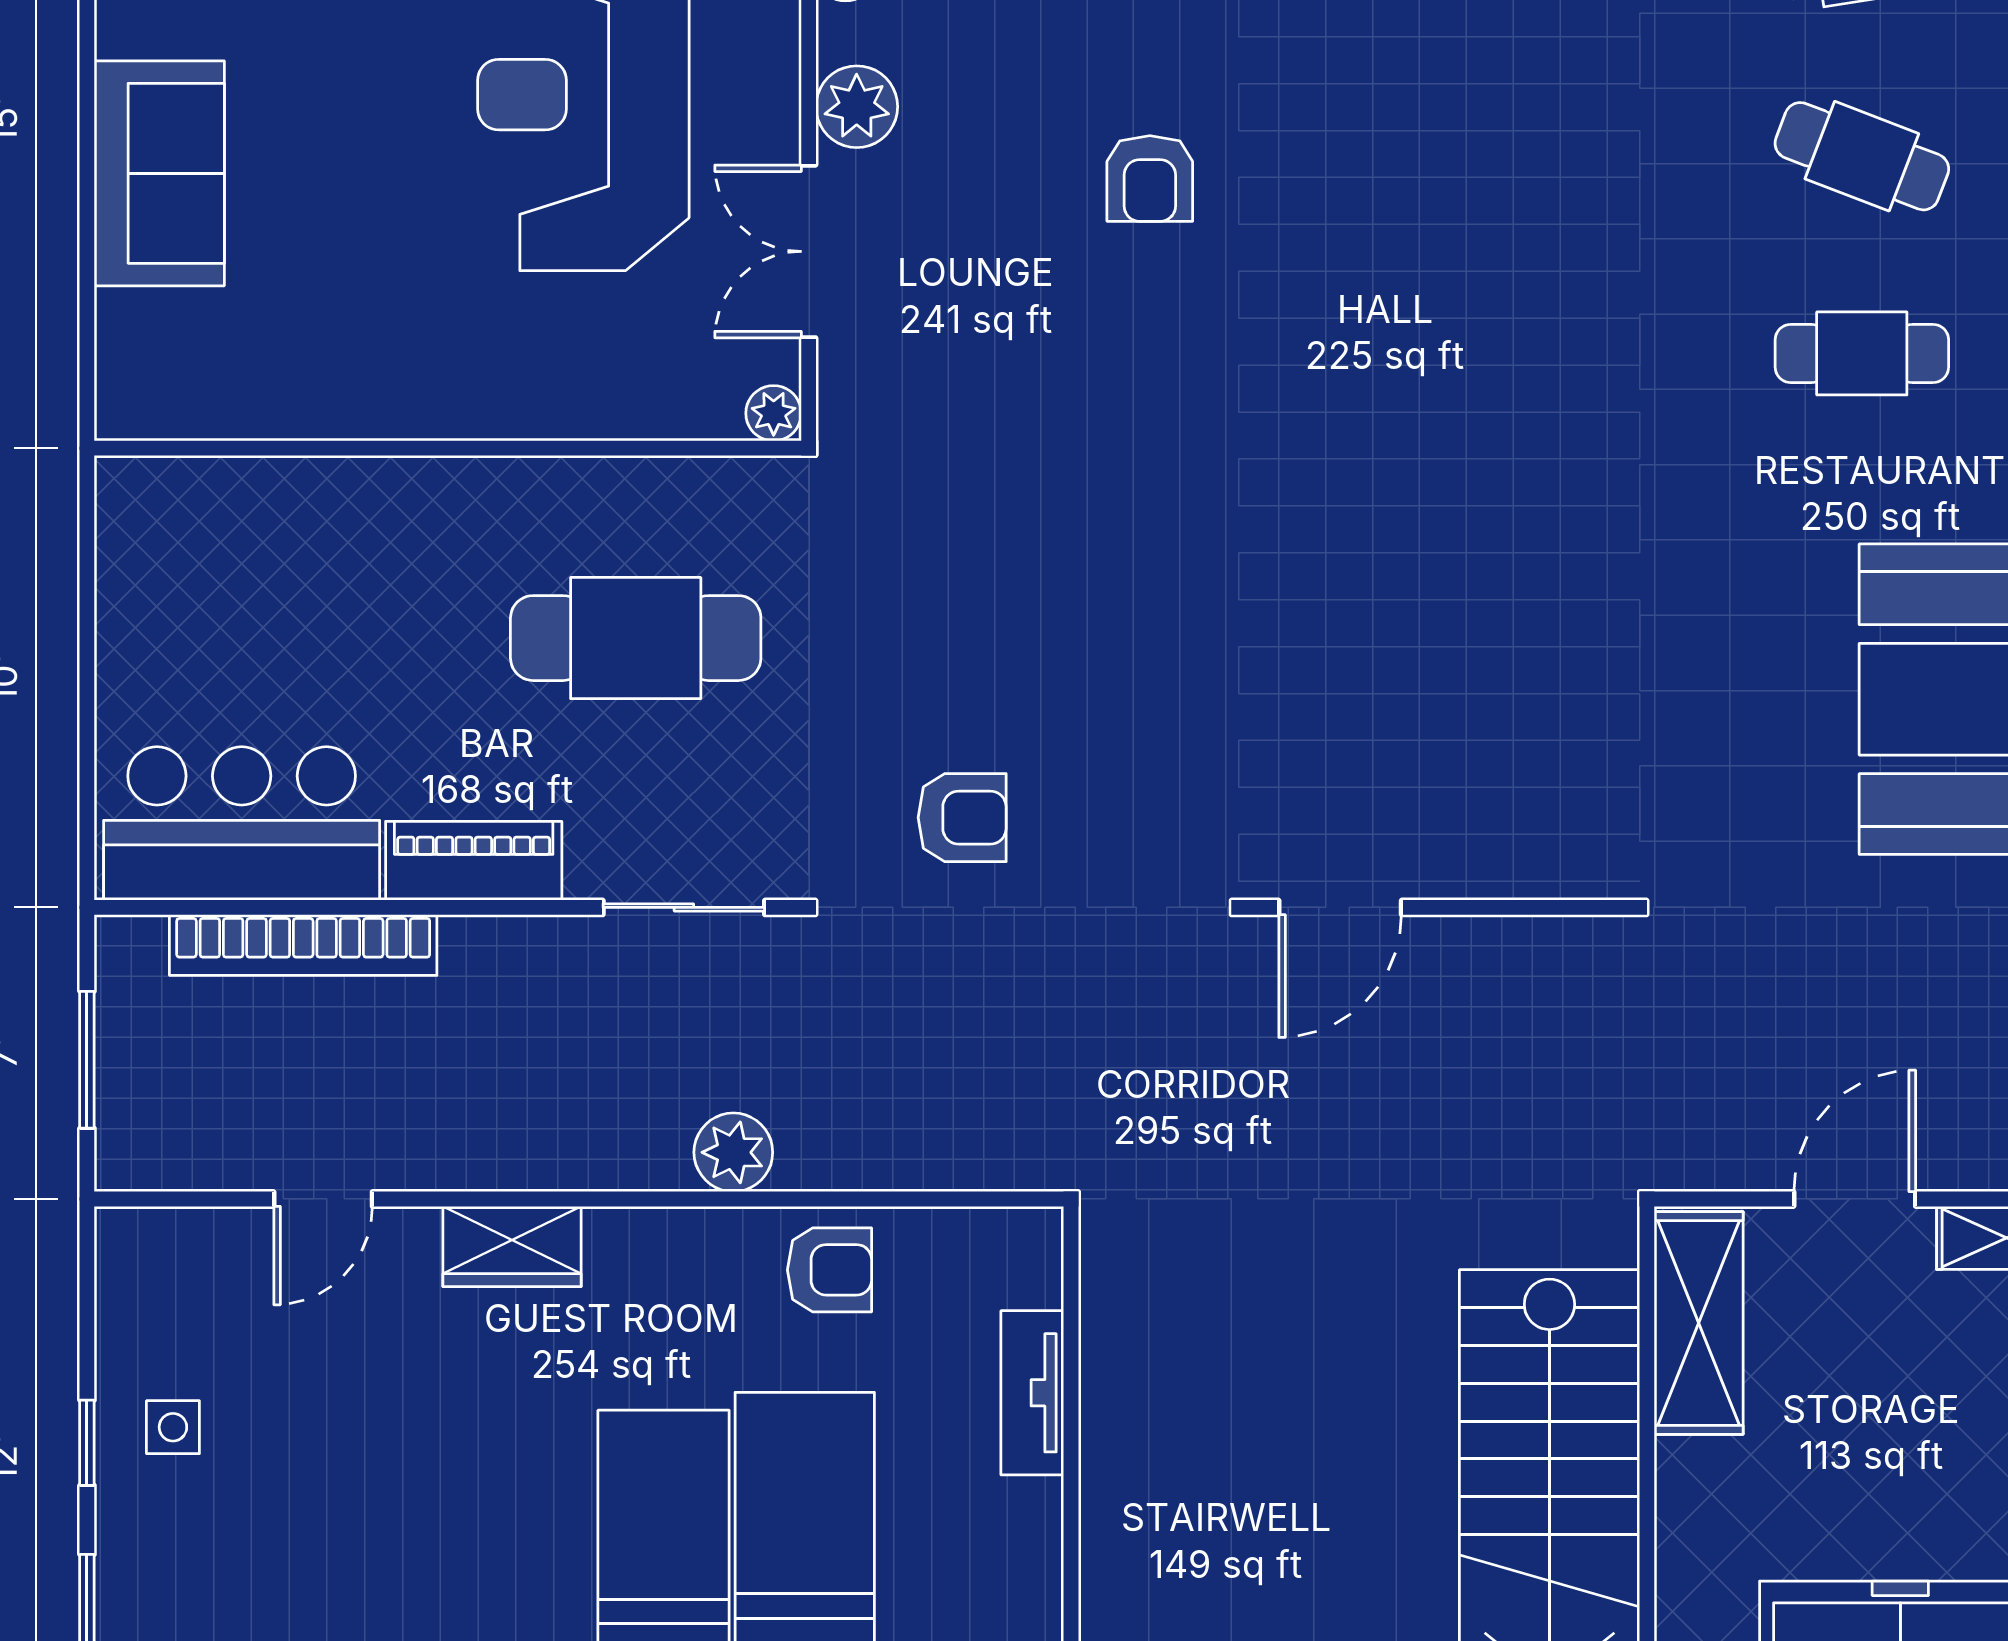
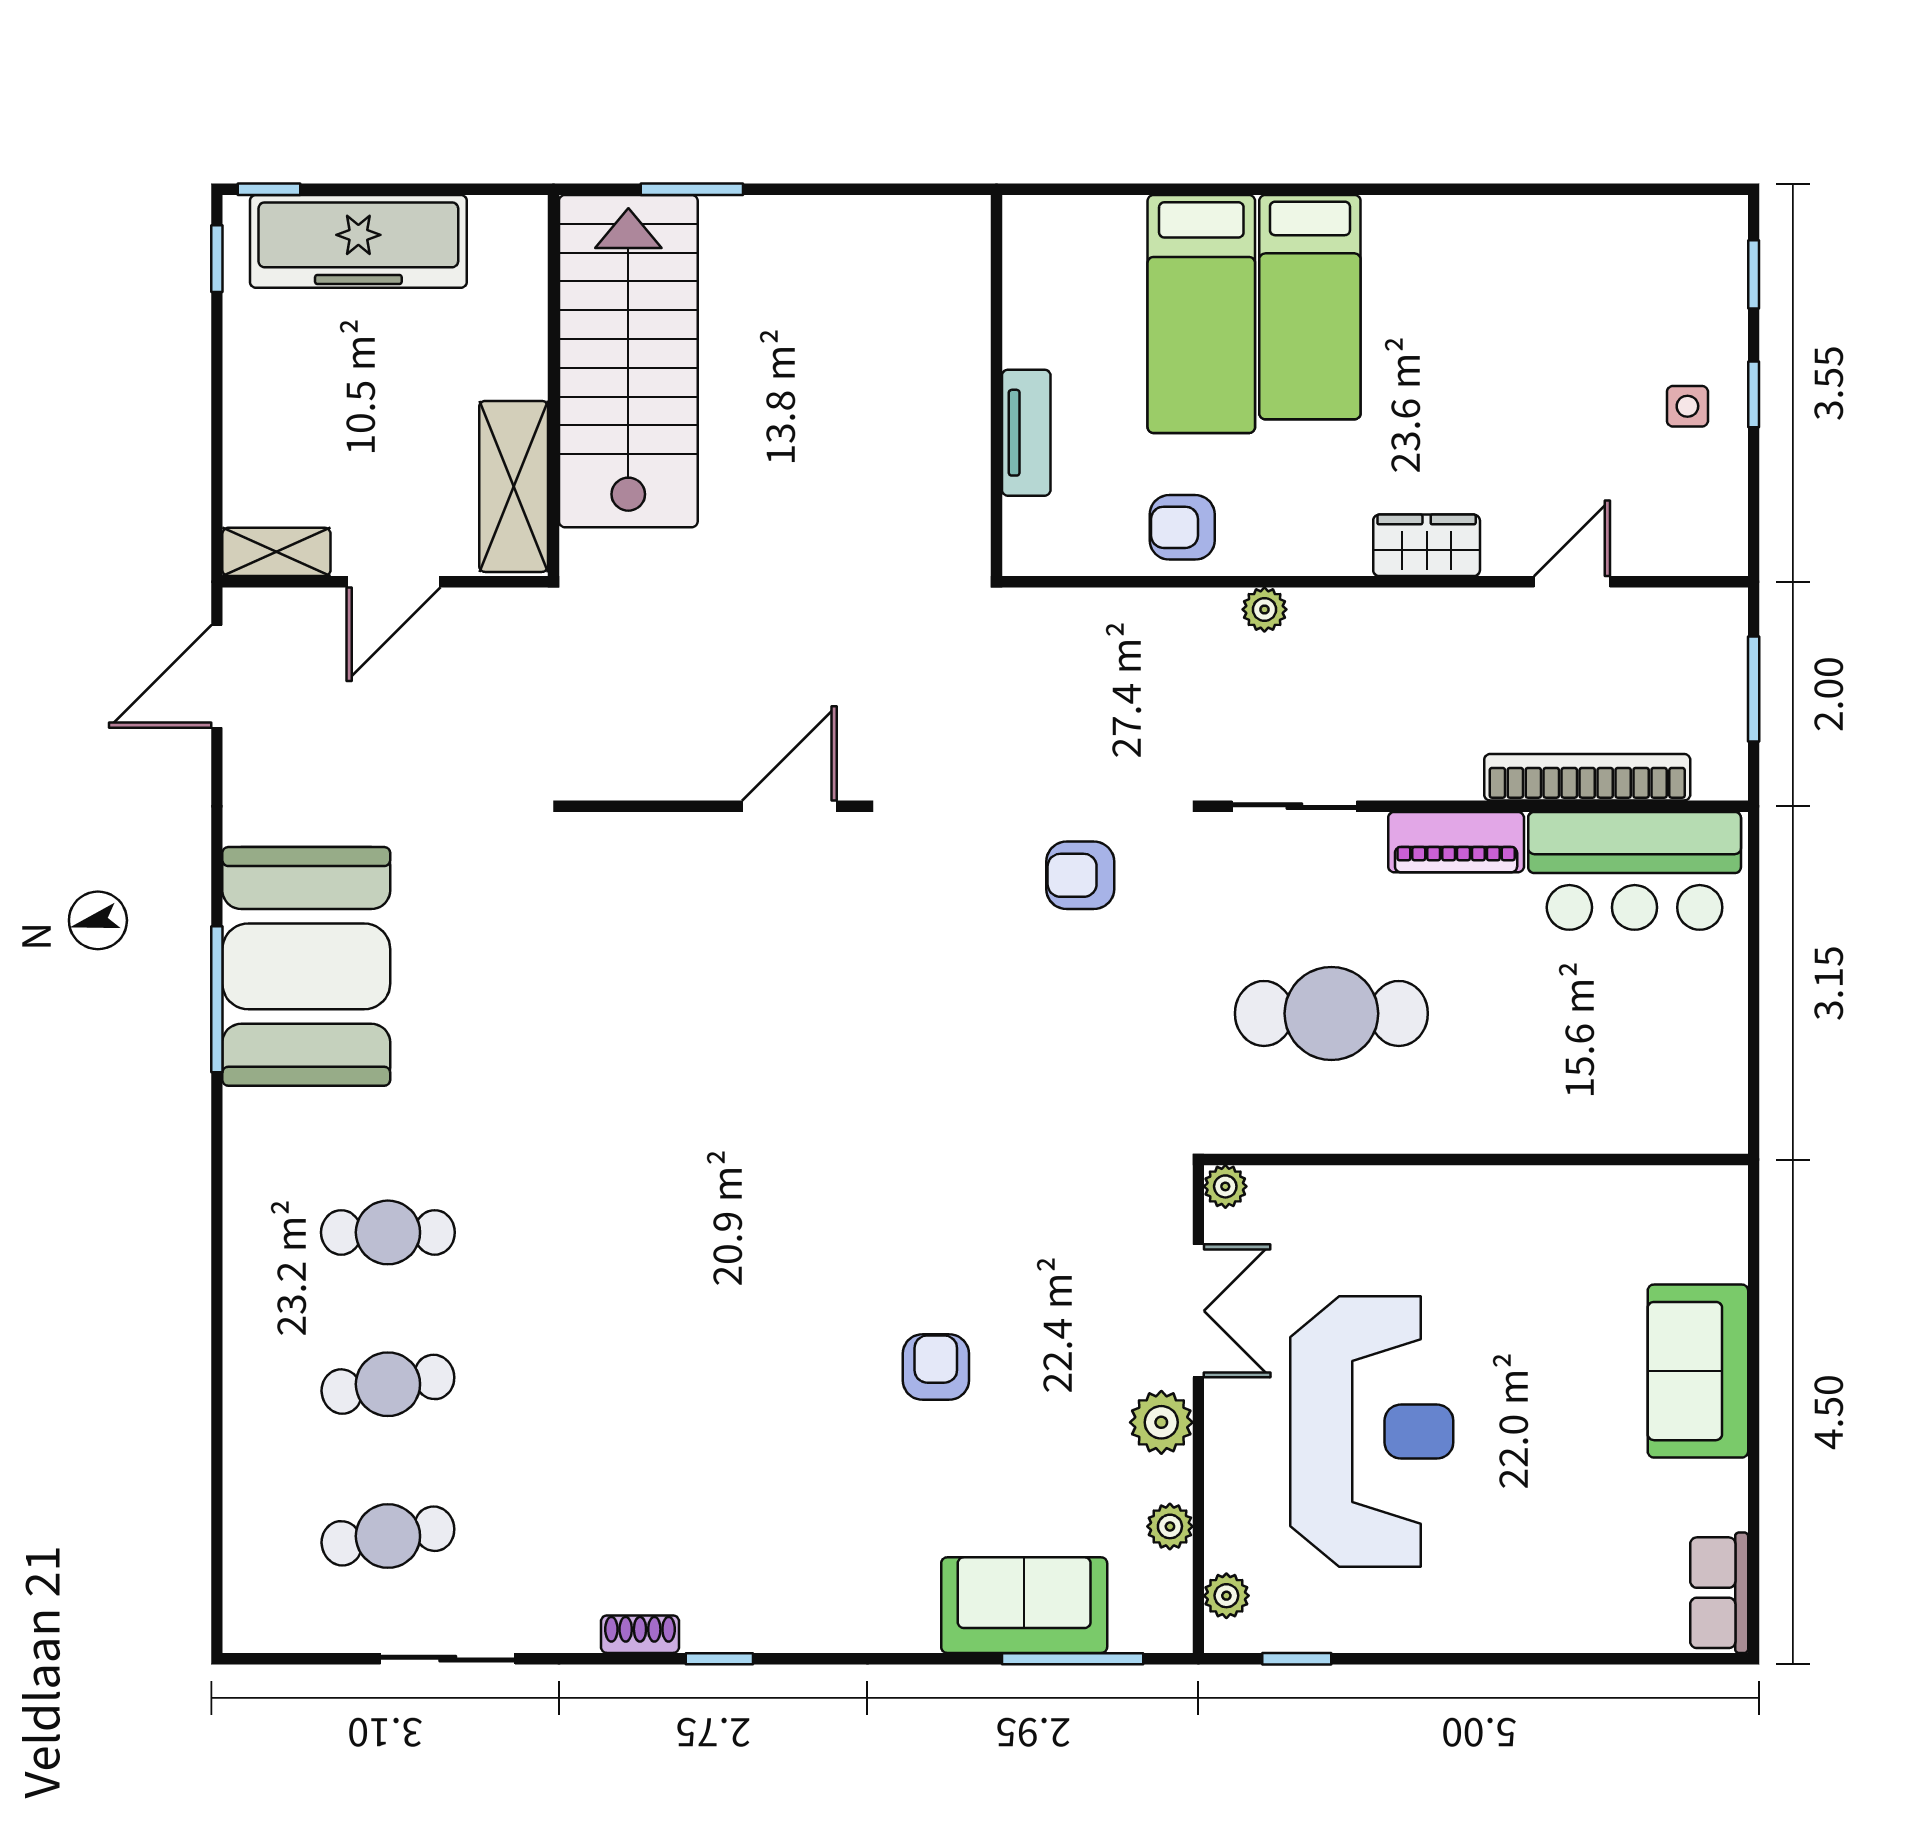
cafe table: (1862, 156) -> (388, 1384), turned -30
plant: (733, 1152) -> (1264, 609), width x0.73, depth x0.73

